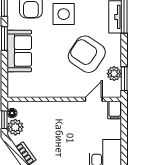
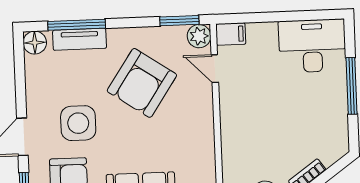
plant: (114, 74) -> (199, 36), moved

